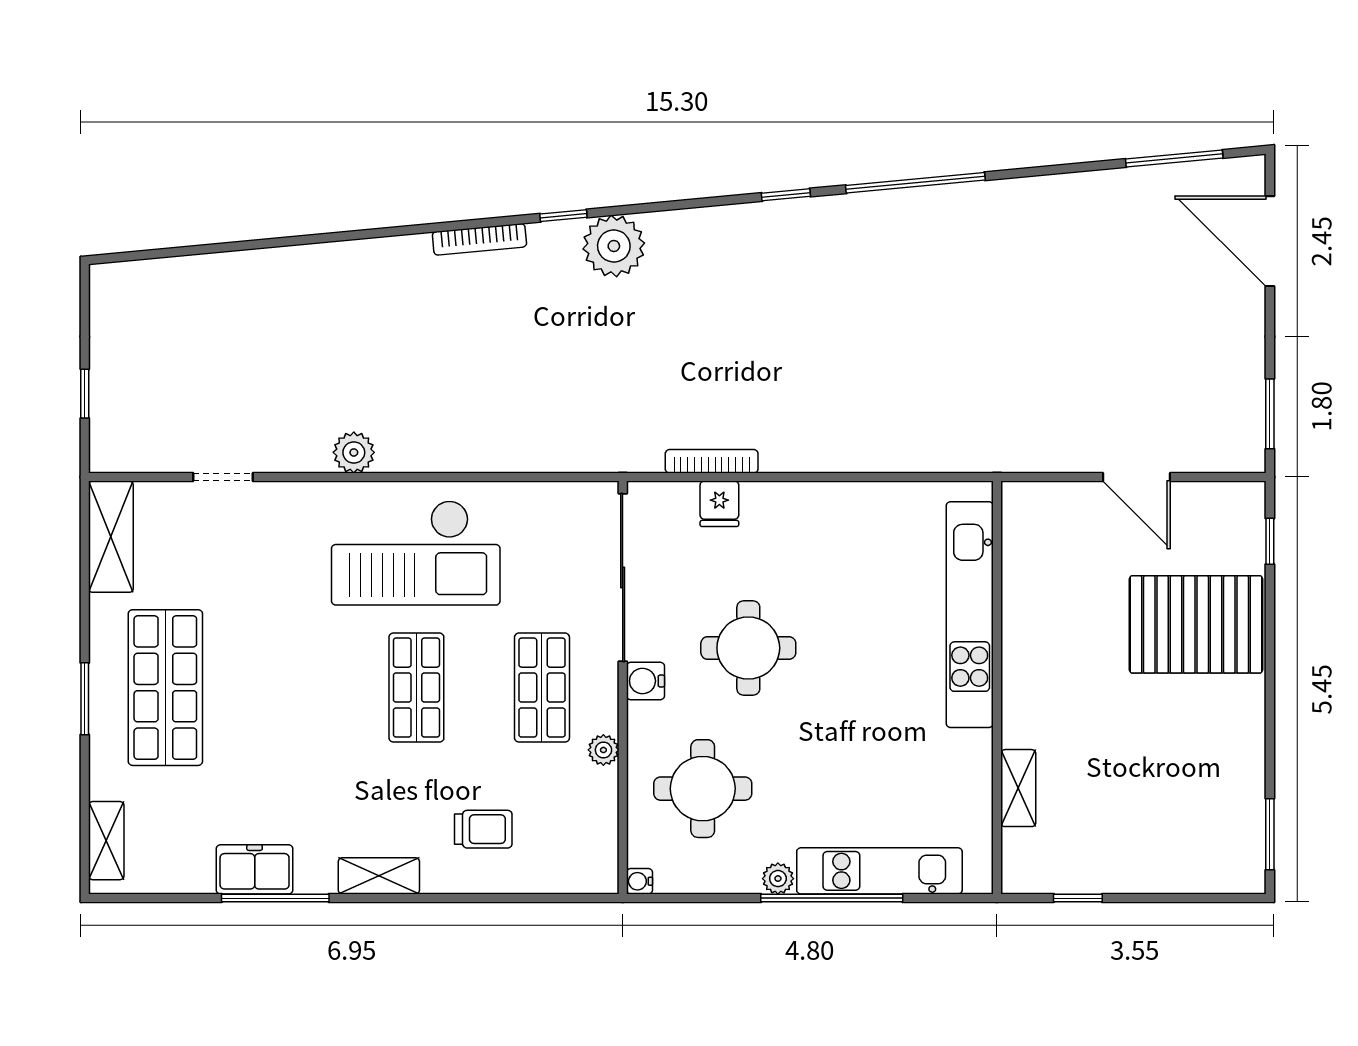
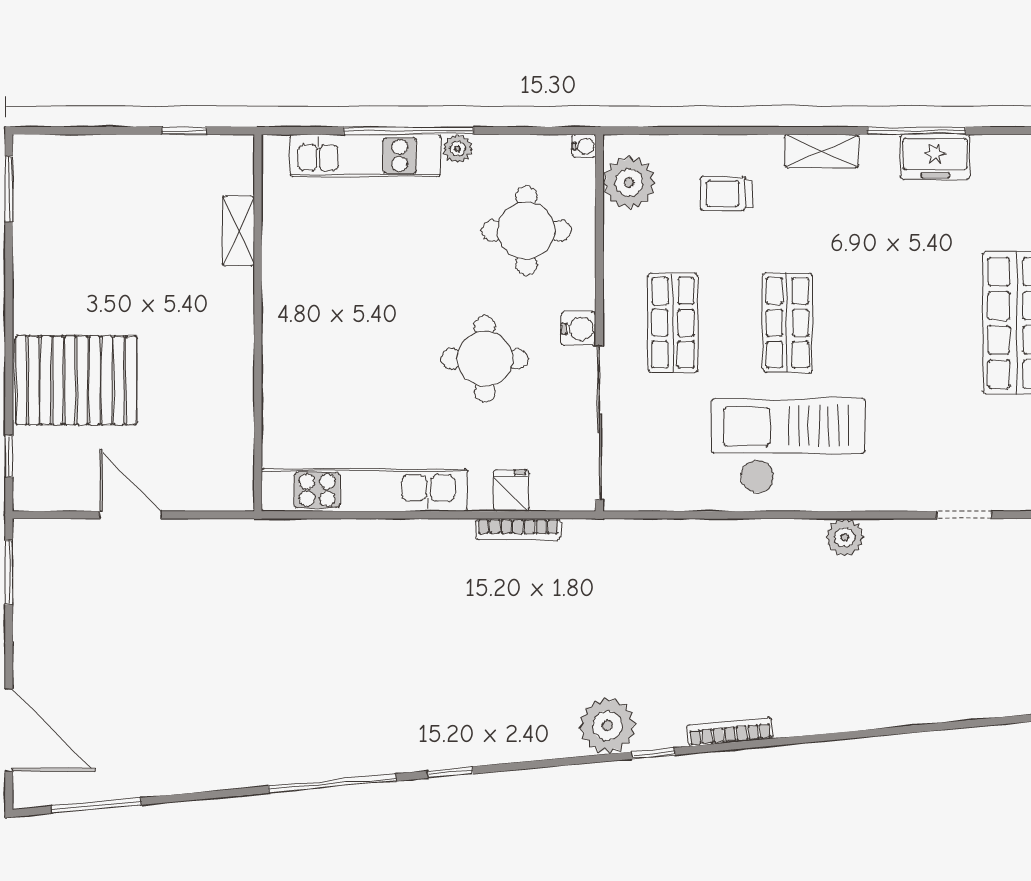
kitchen unit: (970, 615) -> (364, 490), moved, turned -90
plant: (603, 750) -> (629, 183), moved, width x1.88, depth x1.88

